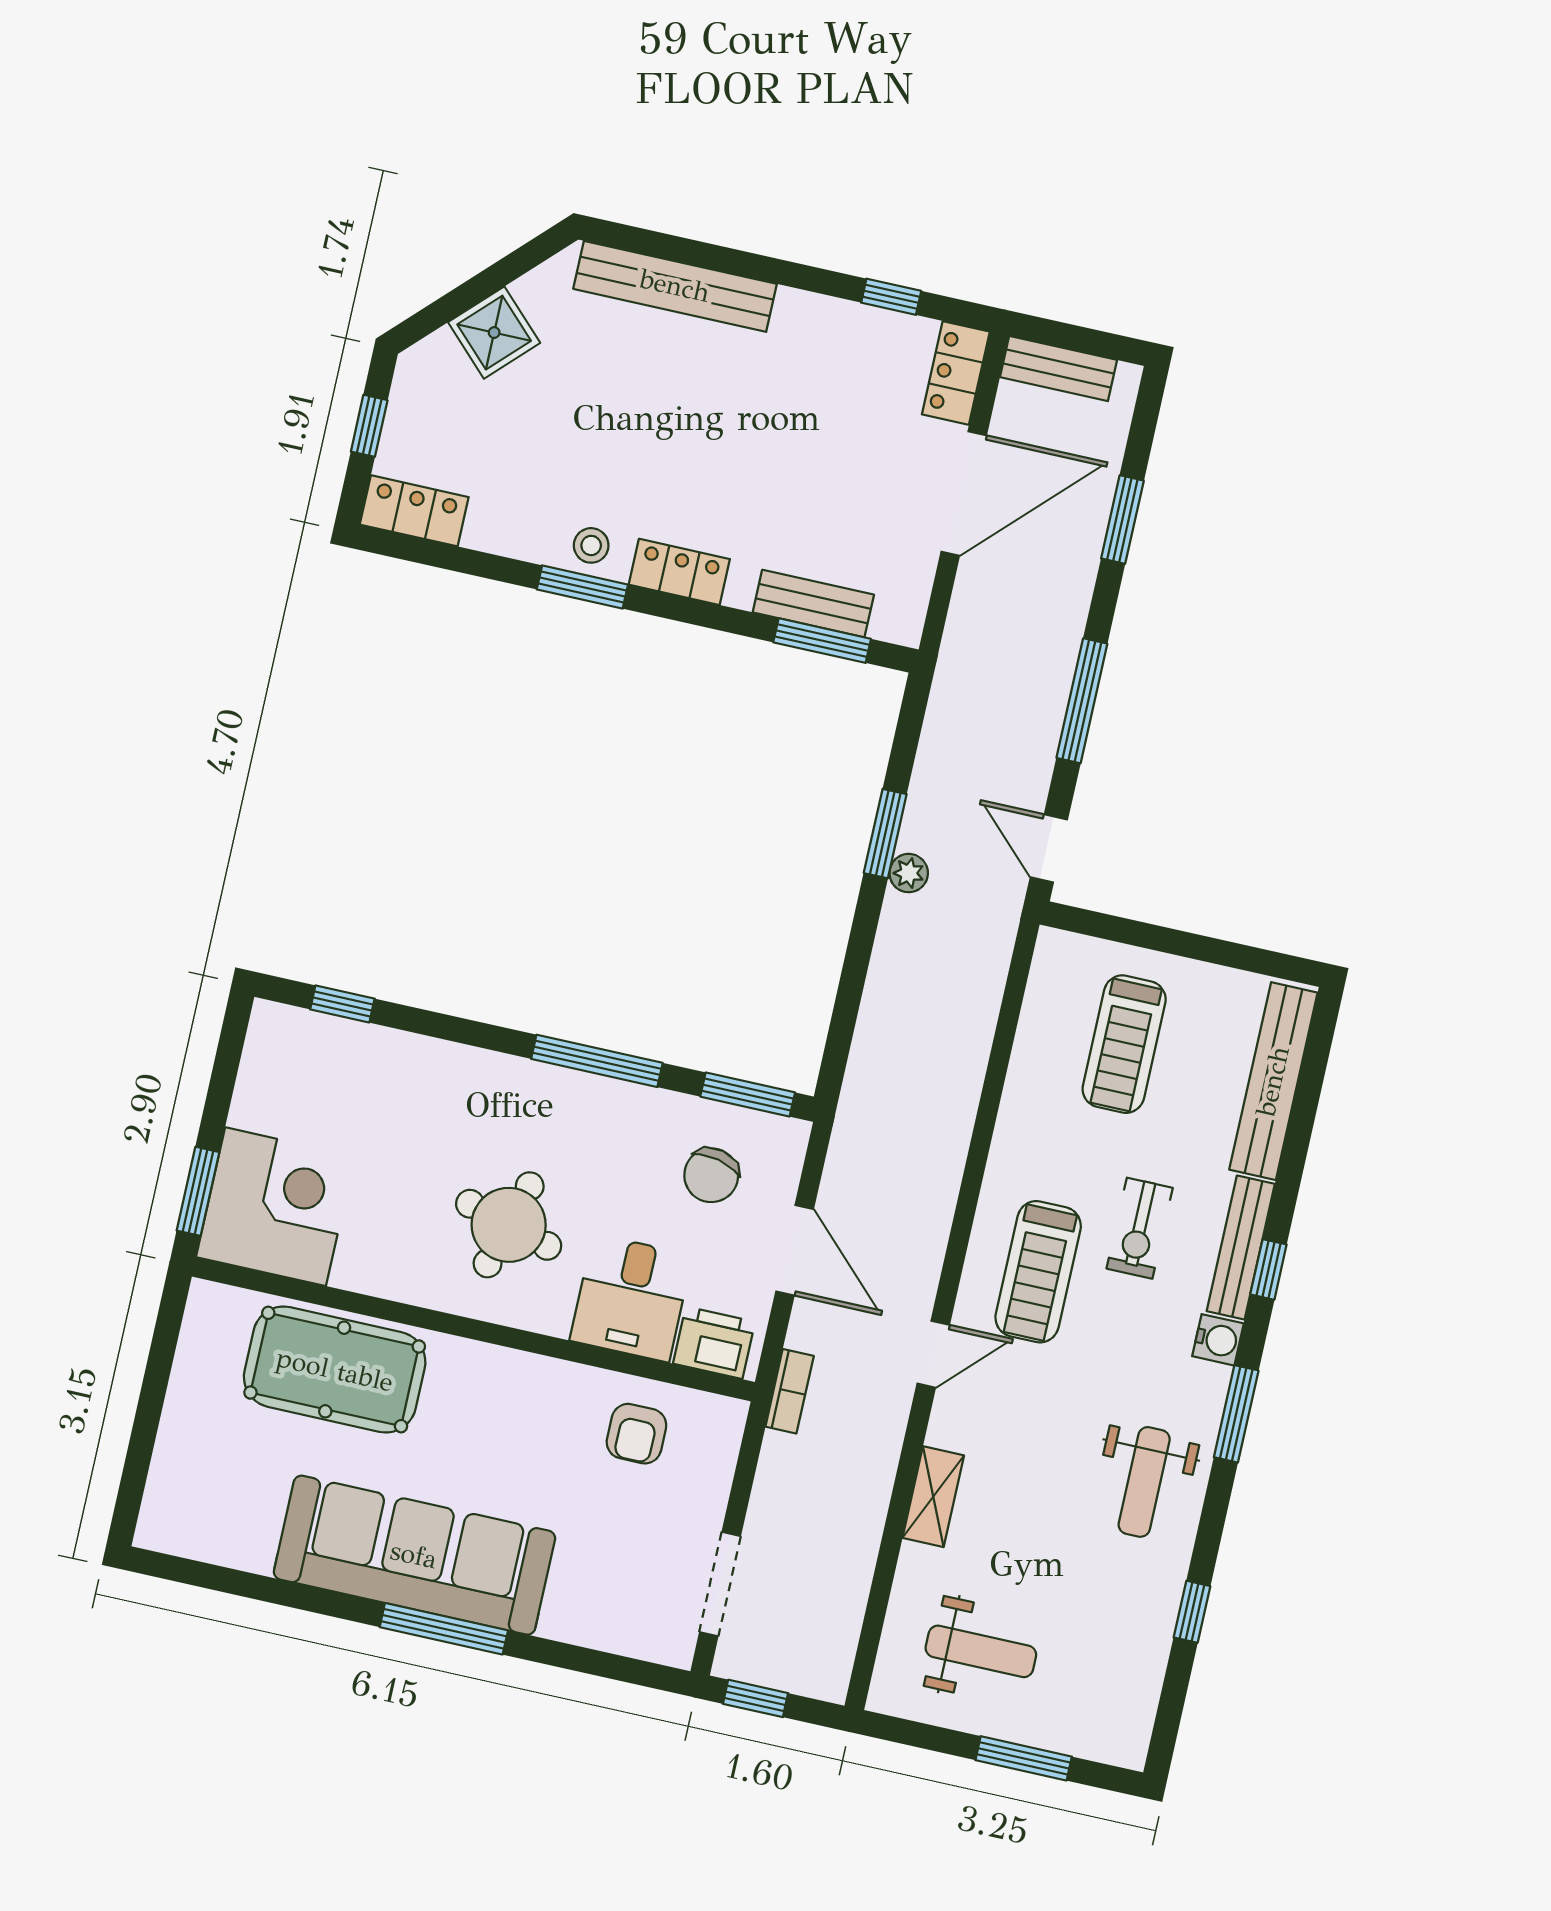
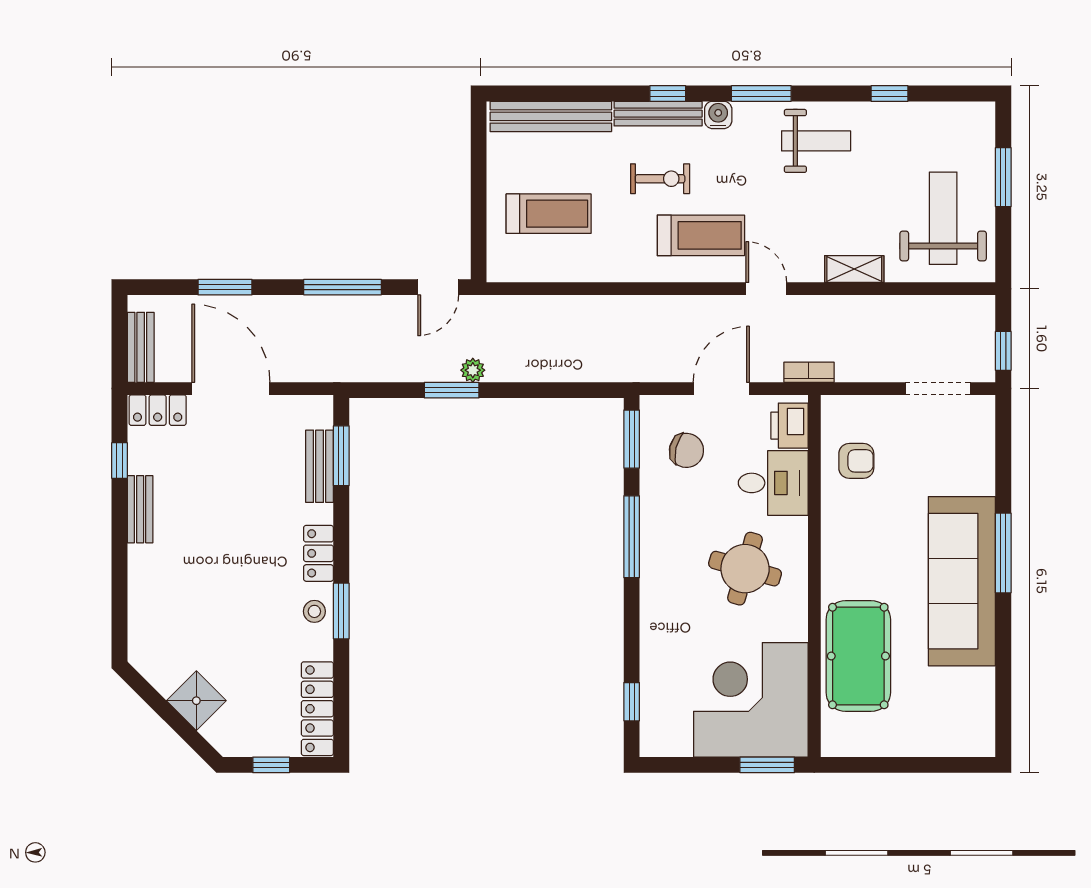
bench: (675, 286) -> (140, 509), moved, width x0.54, depth x0.82
locker: (414, 511) -> (317, 709), width x1.53
corner desk: (275, 1207) -> (751, 700), width x1.36, depth x1.36
weight bench: (981, 1651) -> (943, 218), width x1.36, depth x1.33

